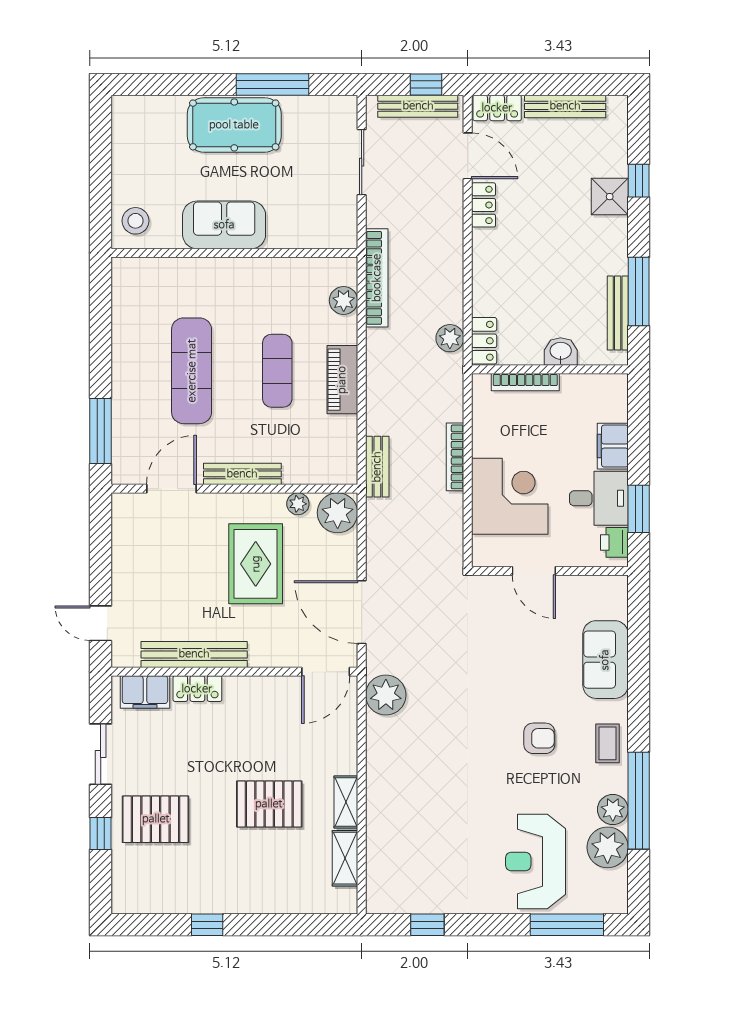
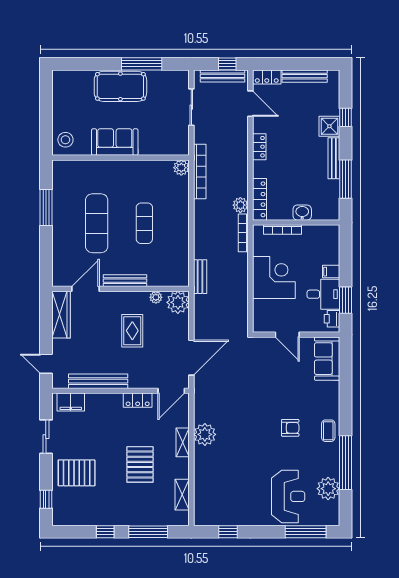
locker: (484, 205) -> (259, 147), moved
plant: (344, 301) -> (181, 168), moved
bench: (618, 313) -> (334, 158), moved
locker: (484, 341) -> (260, 199), width x1.53
piano: (342, 380) -> (181, 228), removed
window: (101, 431) -> (46, 207), moved
filing cabinet: (613, 446) -> (331, 272), width x0.50
bookcase: (455, 457) -> (243, 233), moved
corner desk: (510, 496) -> (274, 278), moved
wardrobe: (127, 535) -> (61, 315), added
rug: (256, 564) -> (132, 331), width x0.73, depth x0.70
door: (362, 612) -> (191, 358), swing flipped
sofa: (605, 660) -> (327, 359), moved
locker: (197, 689) -> (138, 400), moved
plant: (386, 695) -> (205, 434), moved
shelving: (346, 802) -> (183, 442), moved
pallet: (269, 804) -> (140, 464), turned 90
plant: (613, 810) -> (331, 468), removed
window: (101, 834) -> (46, 499), moved
reception desk: (536, 861) -> (288, 496), turned 180
window: (284, 925) -> (148, 532), added

